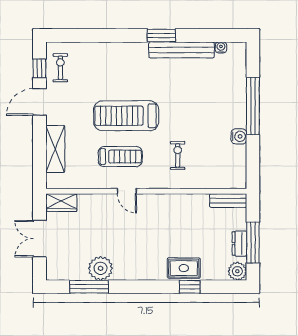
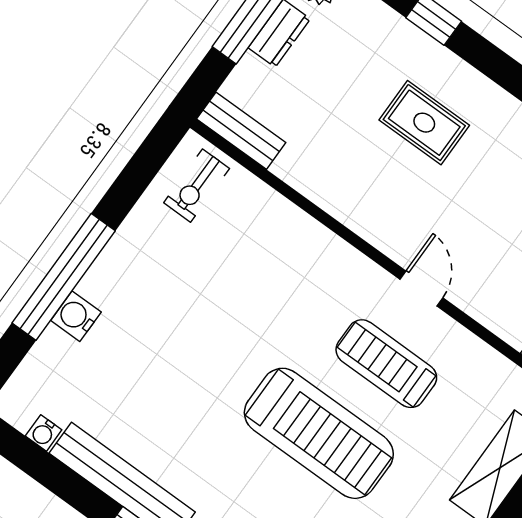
water cooler: (239, 136) -> (76, 316), moved
exercise bike: (178, 155) -> (197, 186), moved
rug: (184, 268) -> (424, 123), moved

